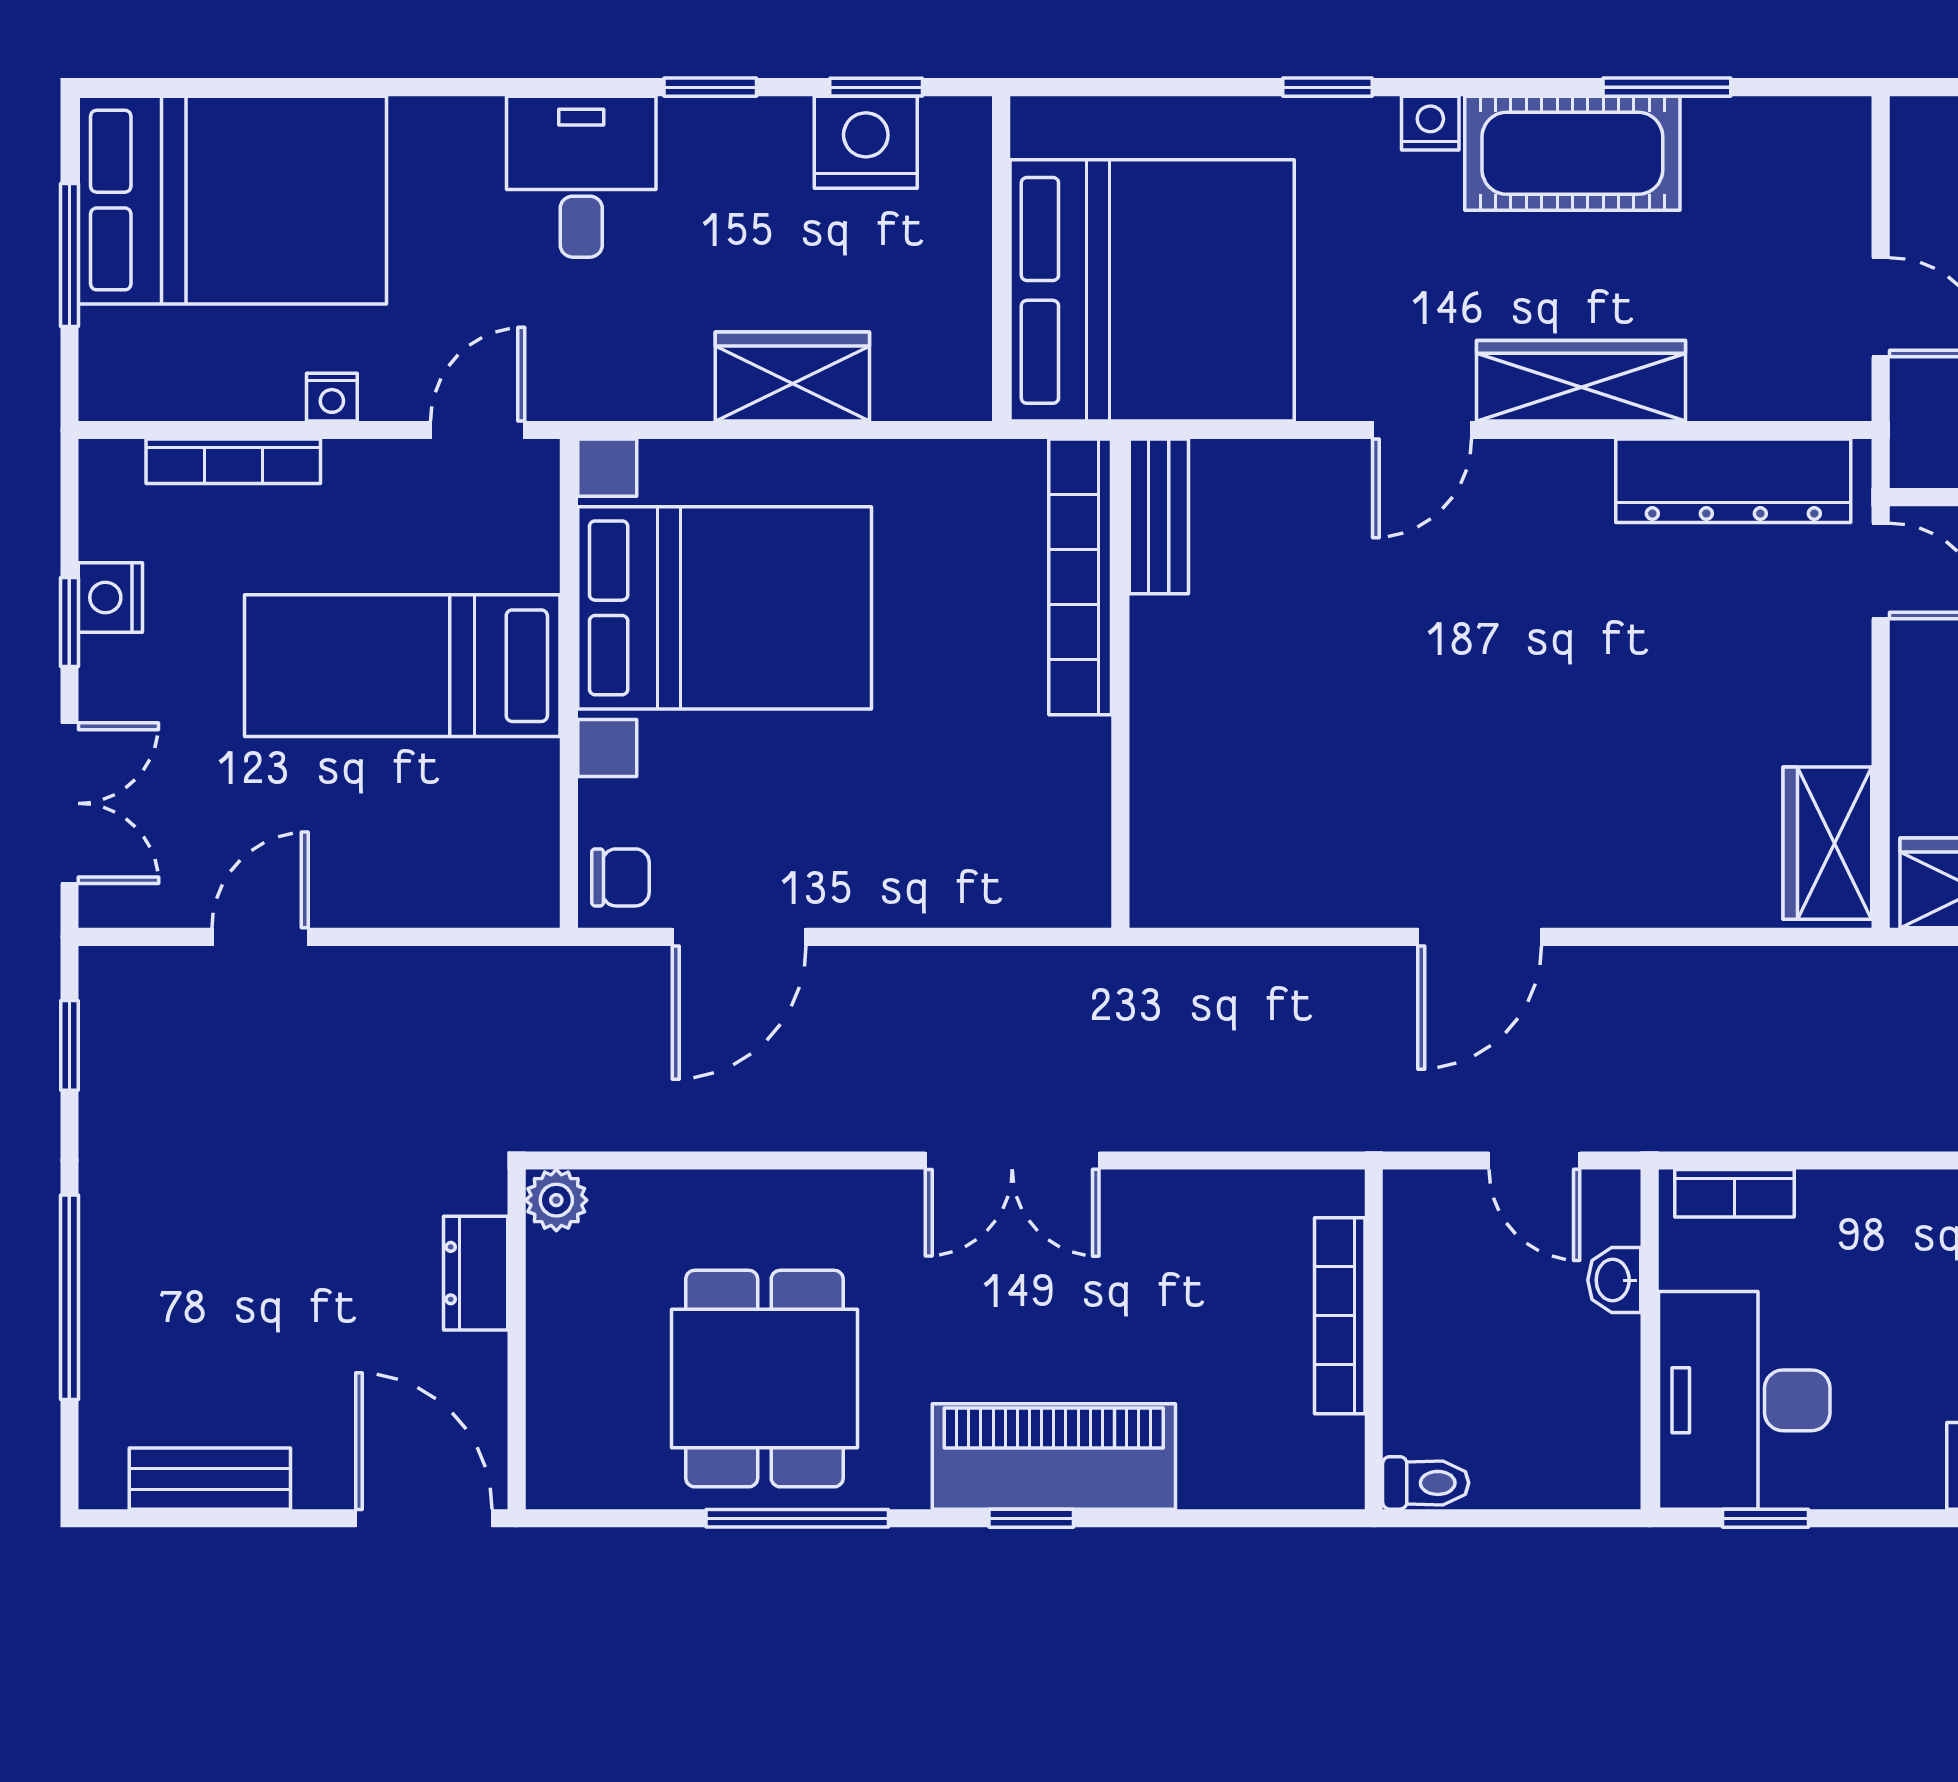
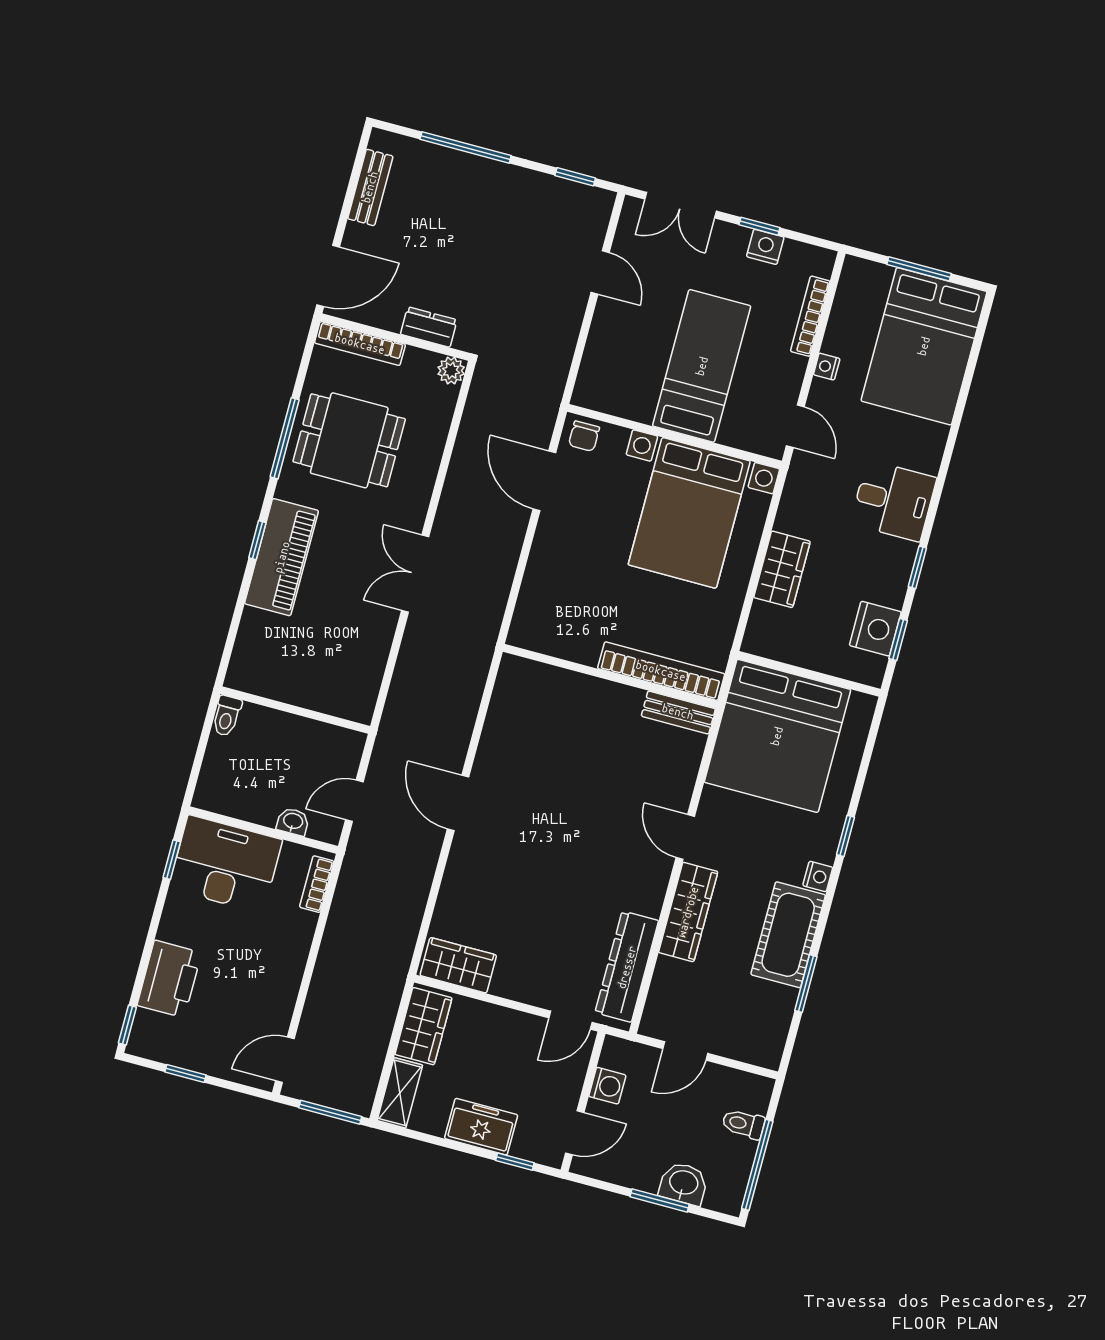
bookcase: (1340, 1316) -> (360, 344), moved, turned 180

